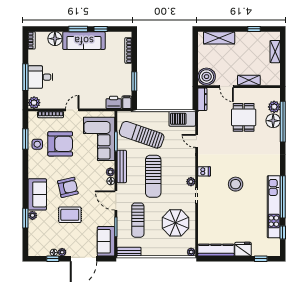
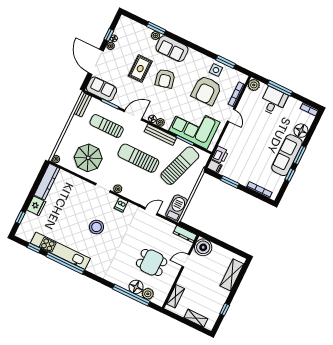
shelving: (249, 80) -> (175, 296), moved

